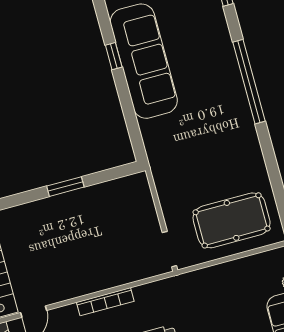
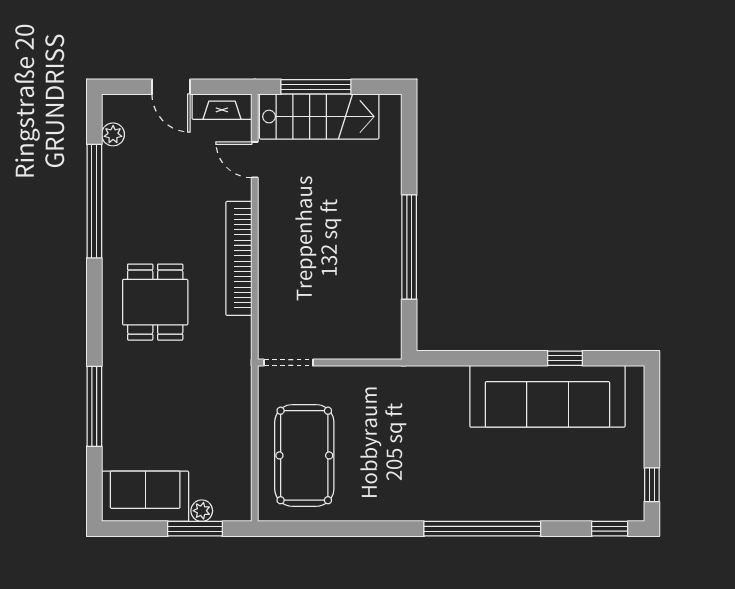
window: (65, 187) -> (409, 247), width x2.11
bookcase: (105, 302) -> (239, 258), width x1.48, depth x1.31

